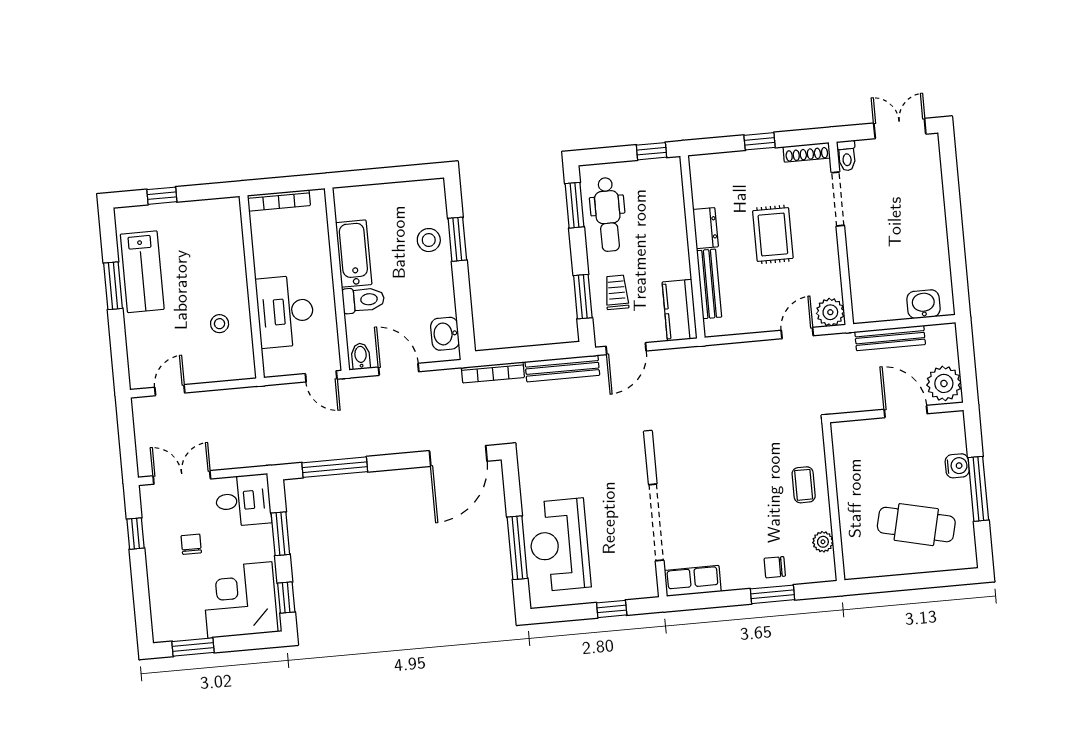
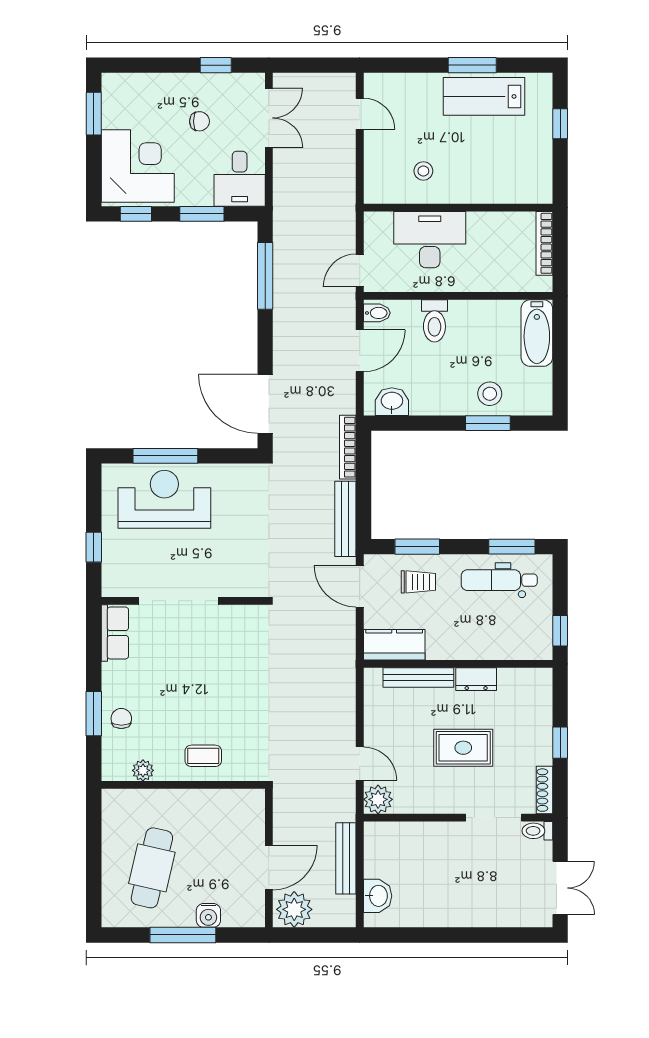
bathtub: (354, 254) -> (537, 333), moved, turned 90

